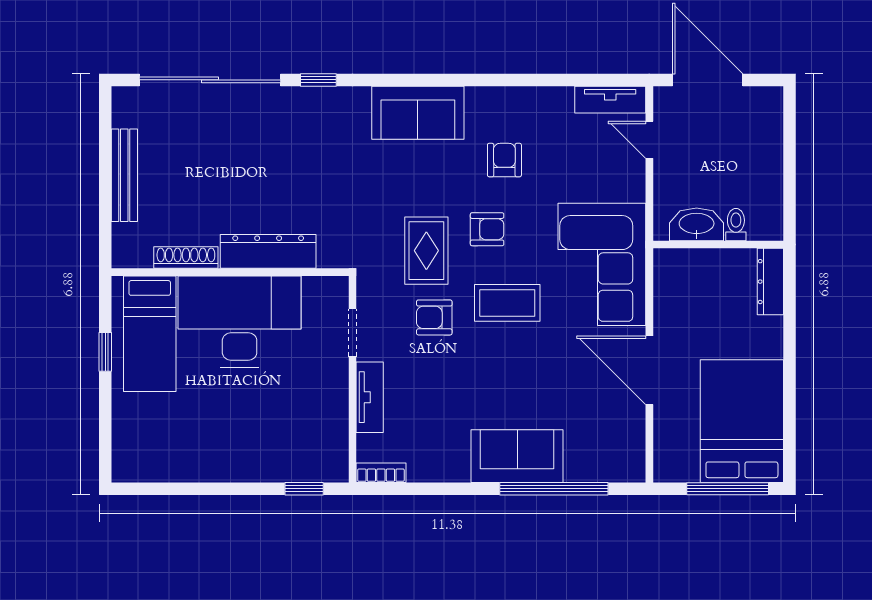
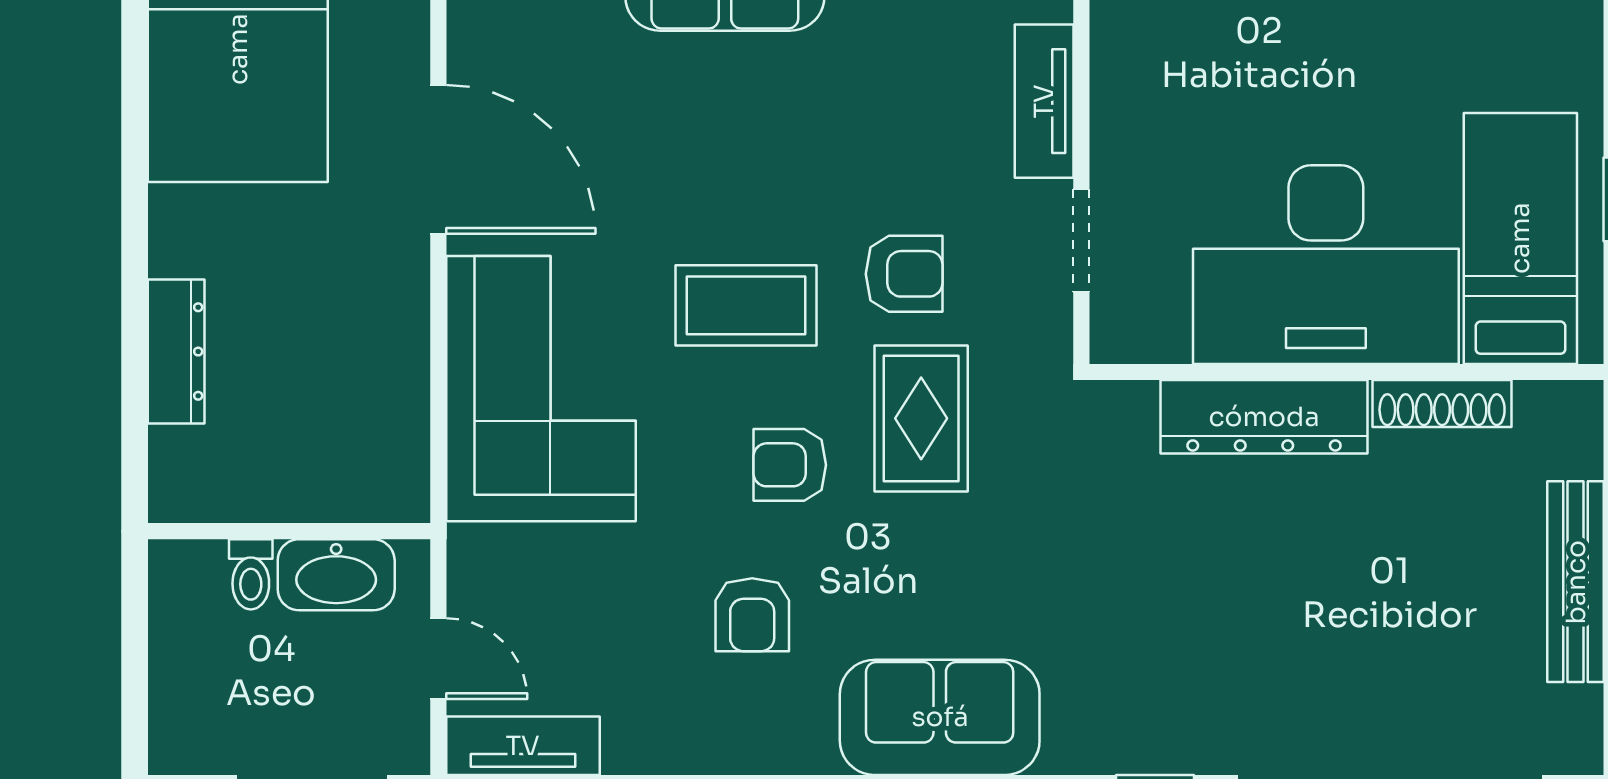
washbasin: (697, 224) -> (336, 575), moved
toilet: (736, 225) -> (251, 574), moved
wall: (718, 245) -> (289, 531), moved

